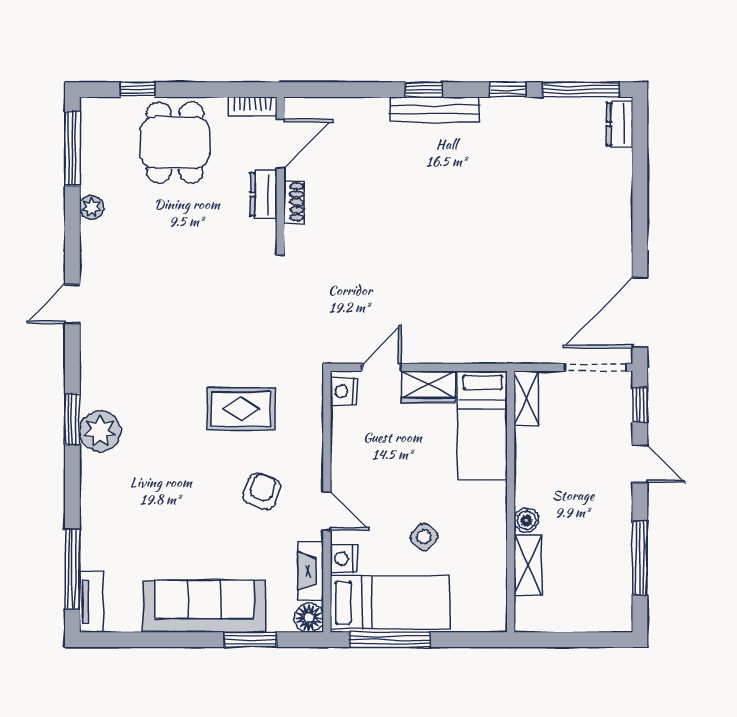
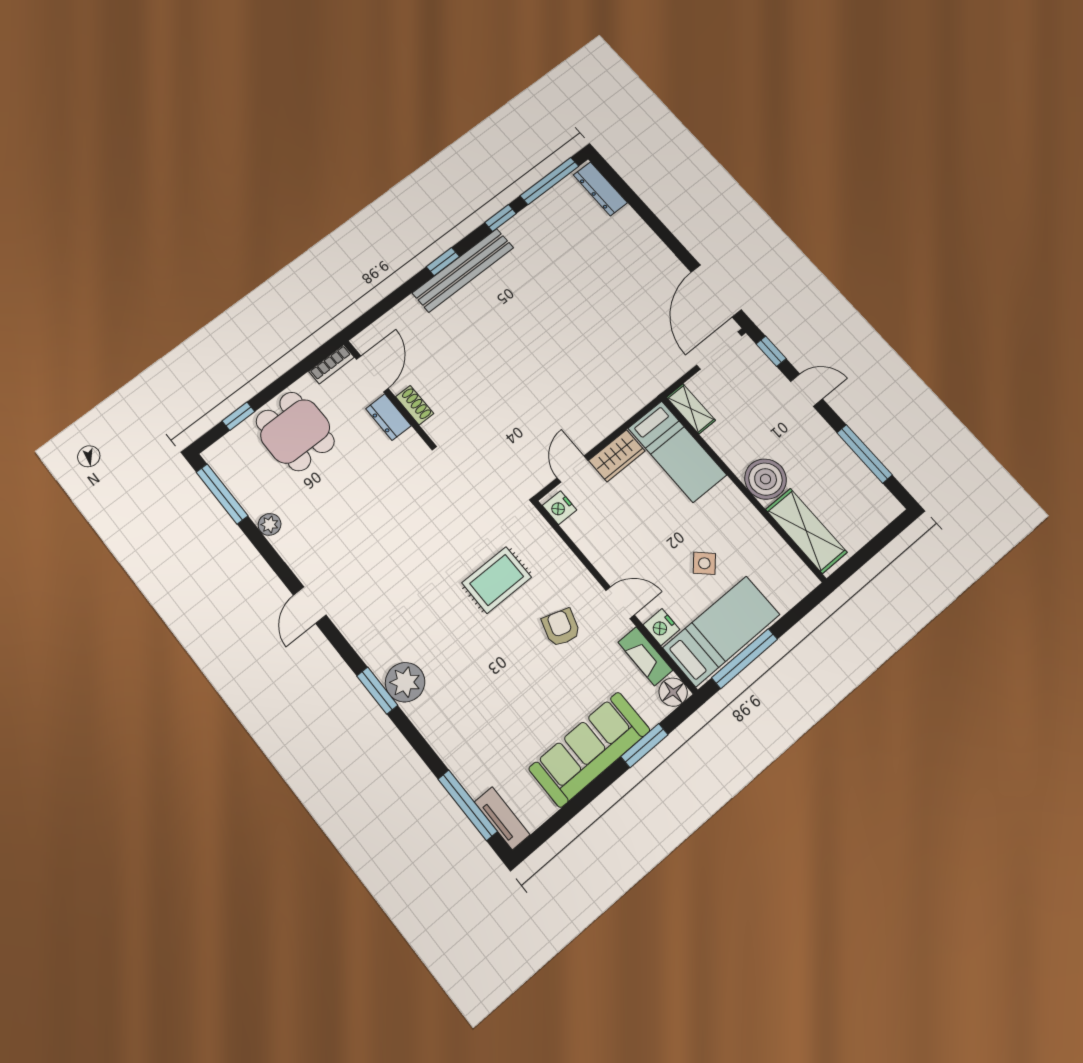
bench: (435, 109) -> (463, 270), width x1.37, depth x1.21
dresser: (620, 124) -> (600, 189), width x1.44
boiler: (526, 520) -> (766, 479), width x1.86, depth x1.86
shelving: (528, 565) -> (806, 531), width x1.50, depth x1.33

